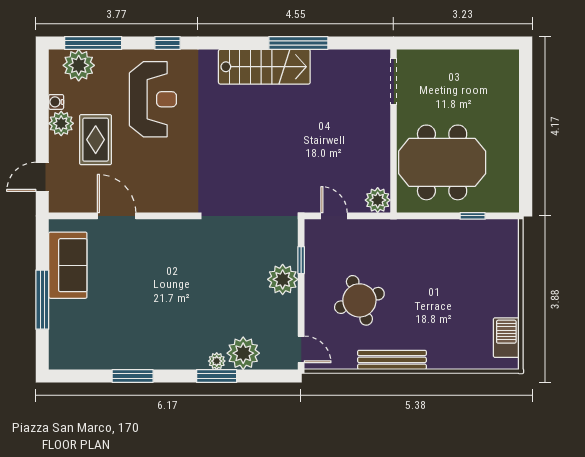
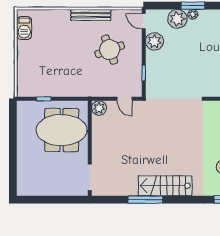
plant: (283, 279) -> (154, 41), moved

